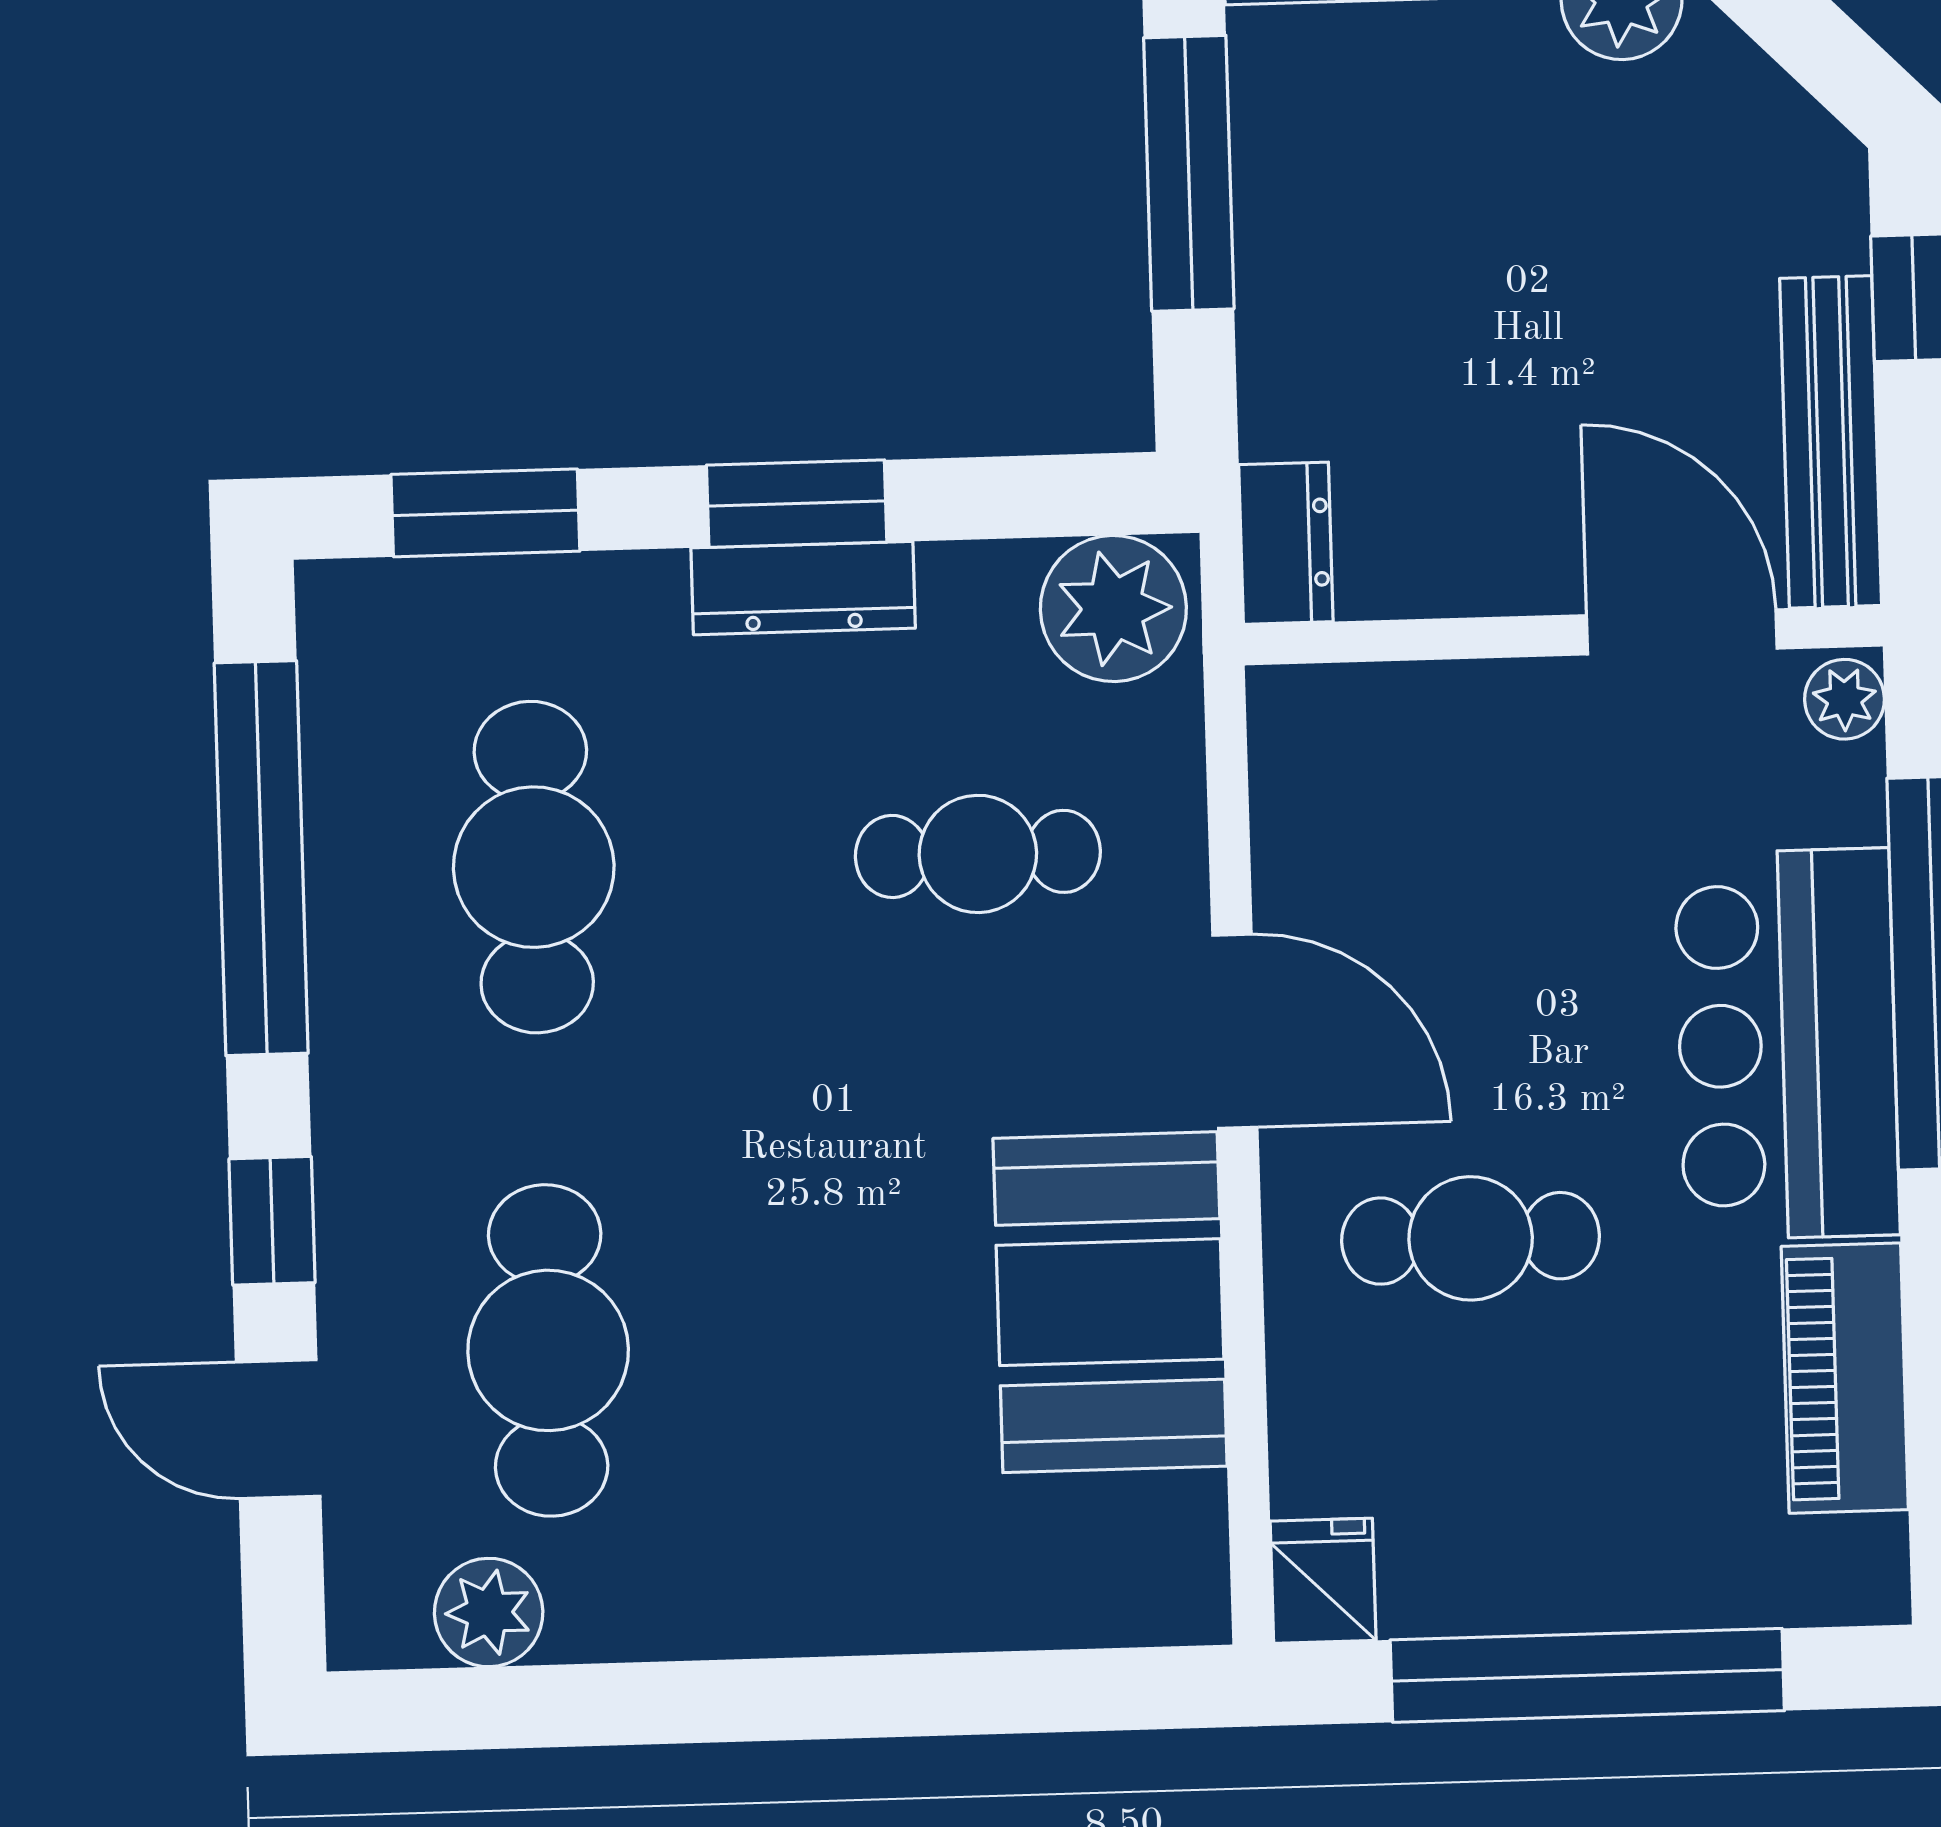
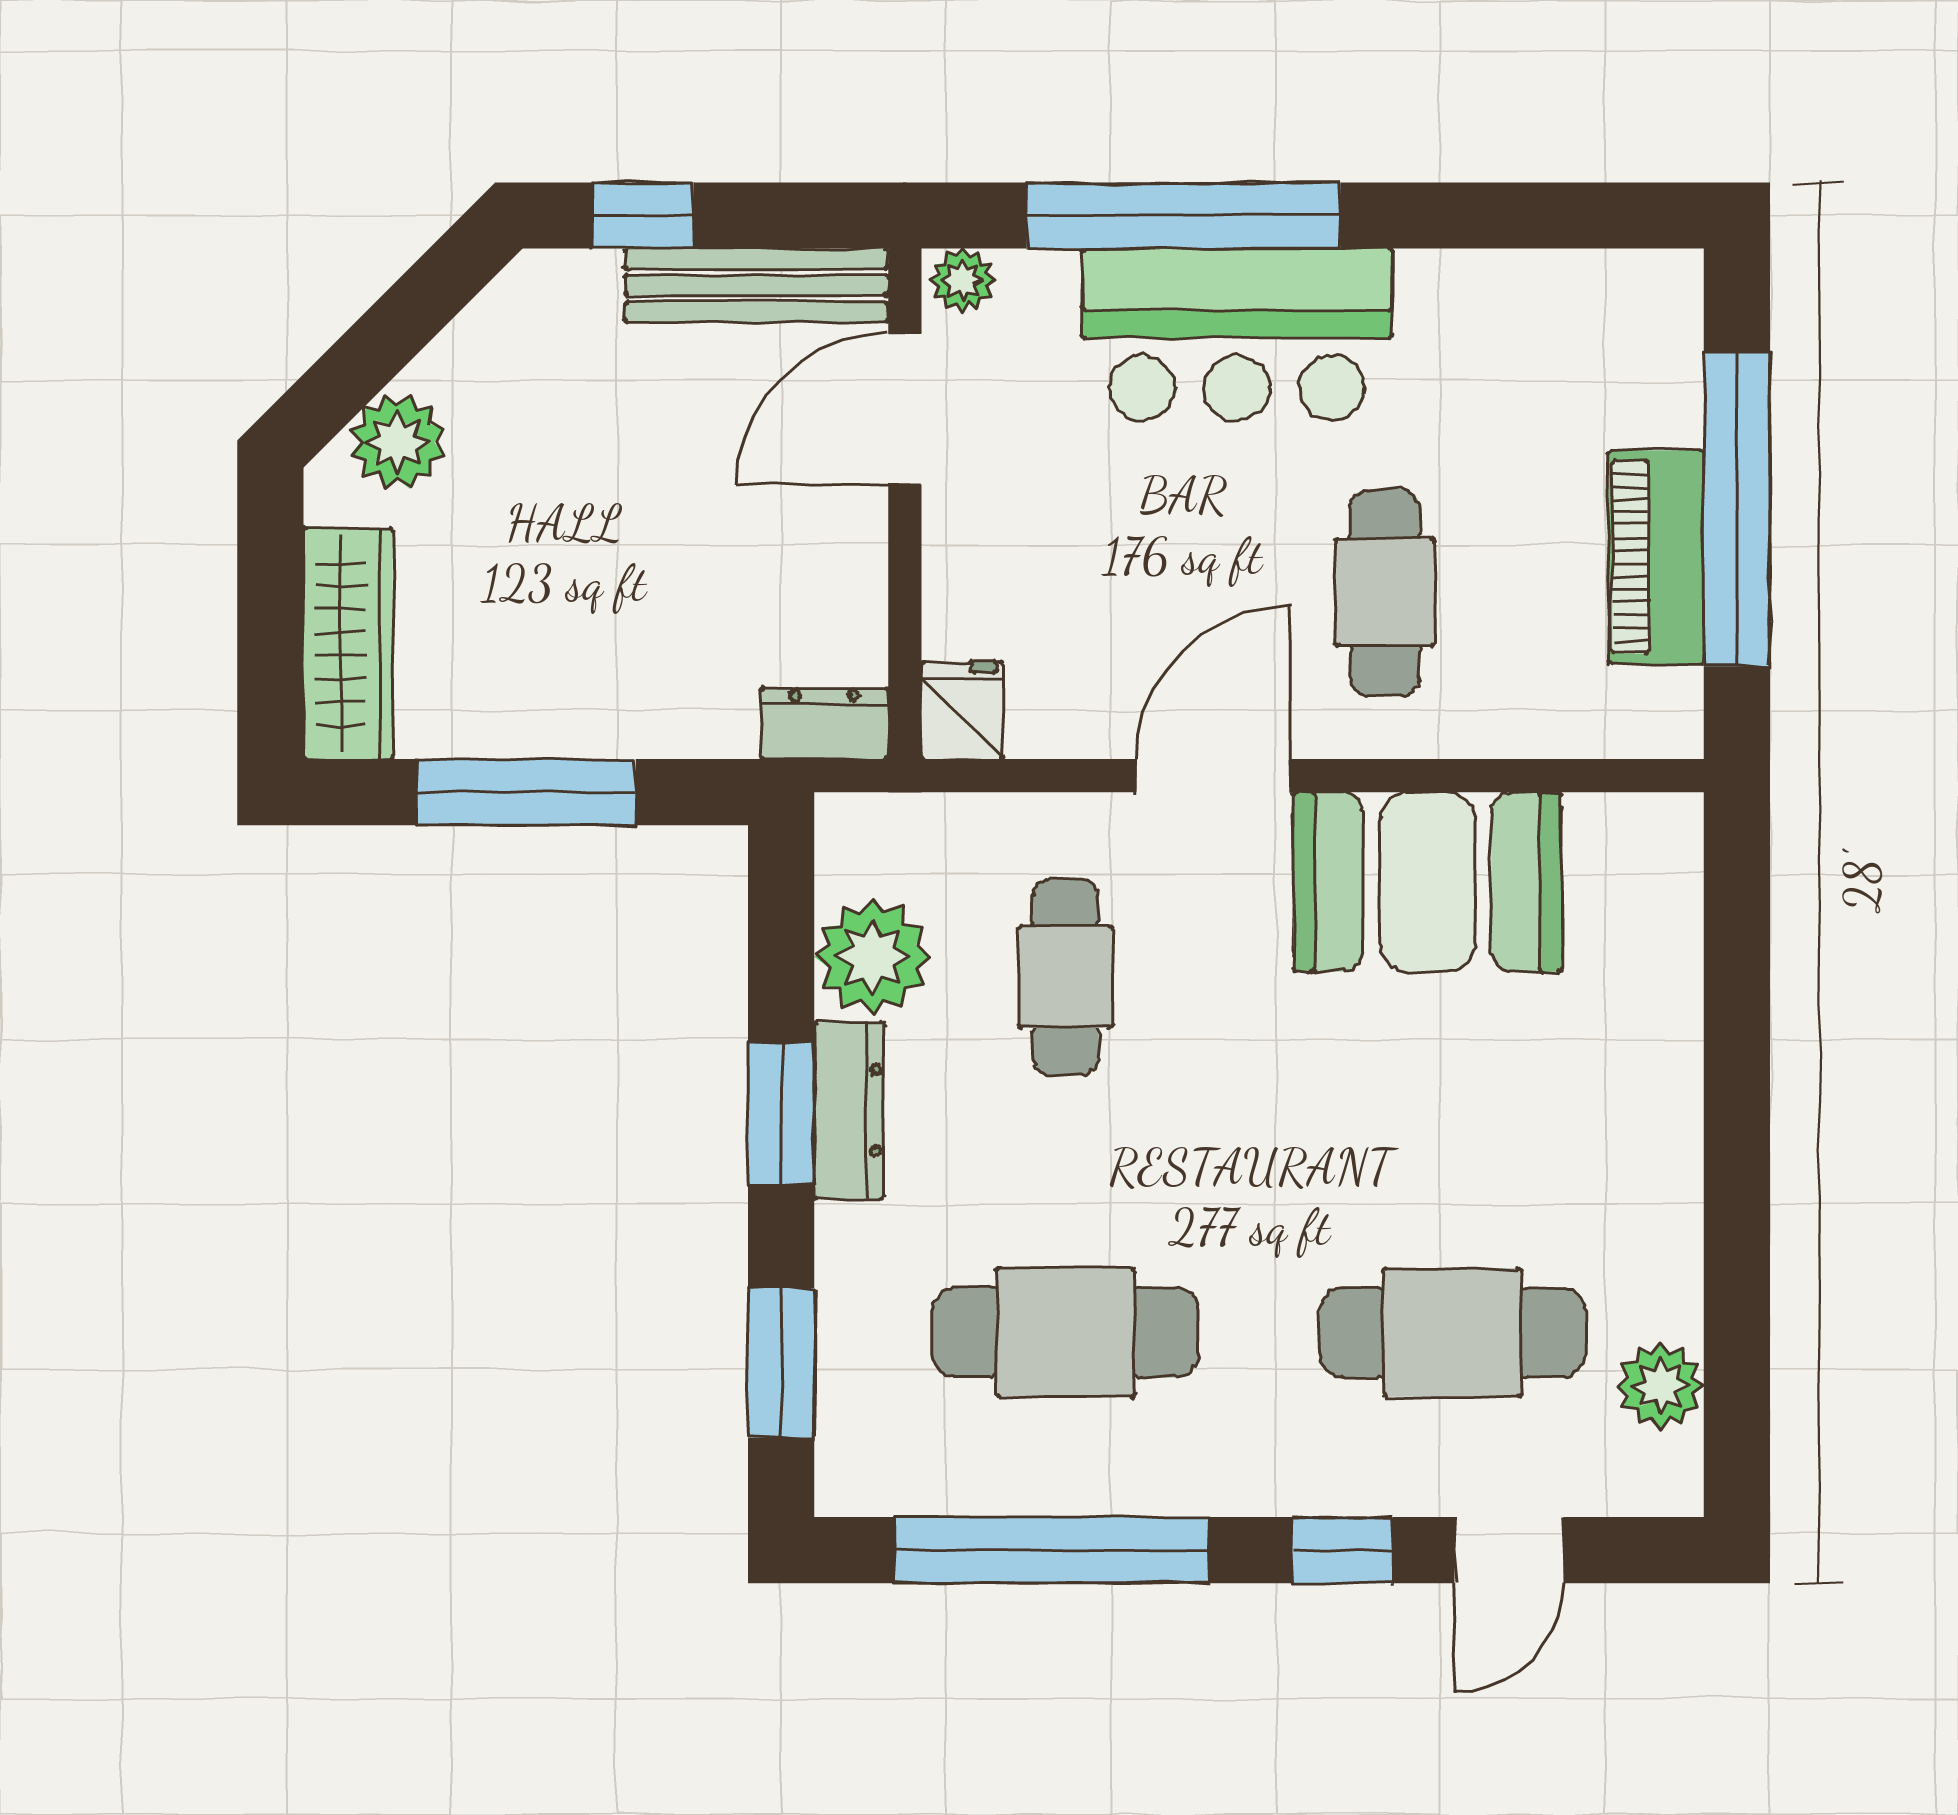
plant: (1113, 608) -> (873, 957), moved
piano: (1845, 1378) -> (1656, 557), moved, turned 90
fridge: (1323, 1581) -> (962, 710), moved, turned 90

